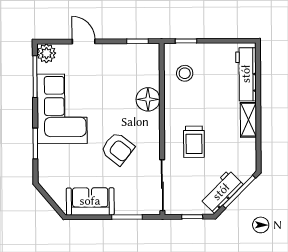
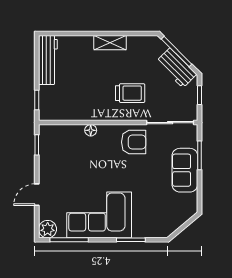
stool: (185, 73) -> (67, 101), removed
workbench: (246, 74) -> (48, 60), moved, turned -90
floor lamp: (148, 99) -> (91, 130), width x0.53, depth x0.53
armchair: (118, 149) -> (134, 142), moved, turned 52
sofa: (90, 201) -> (185, 170), moved

